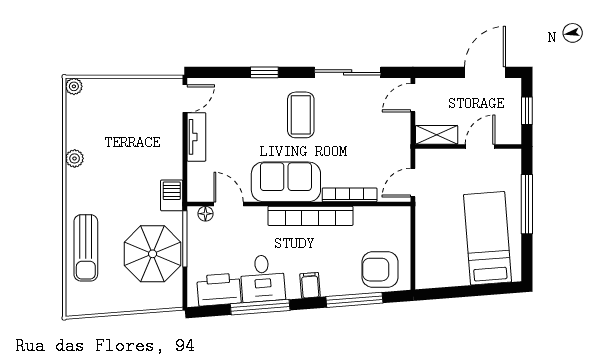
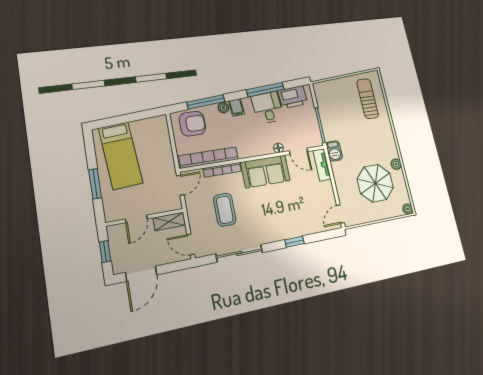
door: (413, 98) -> (191, 245), swing flipped
coffee table: (301, 115) -> (225, 210), moved
tv unit: (196, 137) -> (322, 165), moved
window: (527, 204) -> (95, 184), width x0.69
floor lamp: (205, 214) -> (278, 148), moved
bookcase: (310, 216) -> (209, 157), moved
sun lounger: (86, 248) -> (368, 99), moved
parasol: (153, 254) -> (375, 183), moved
plant: (330, 288) -> (223, 108), added

